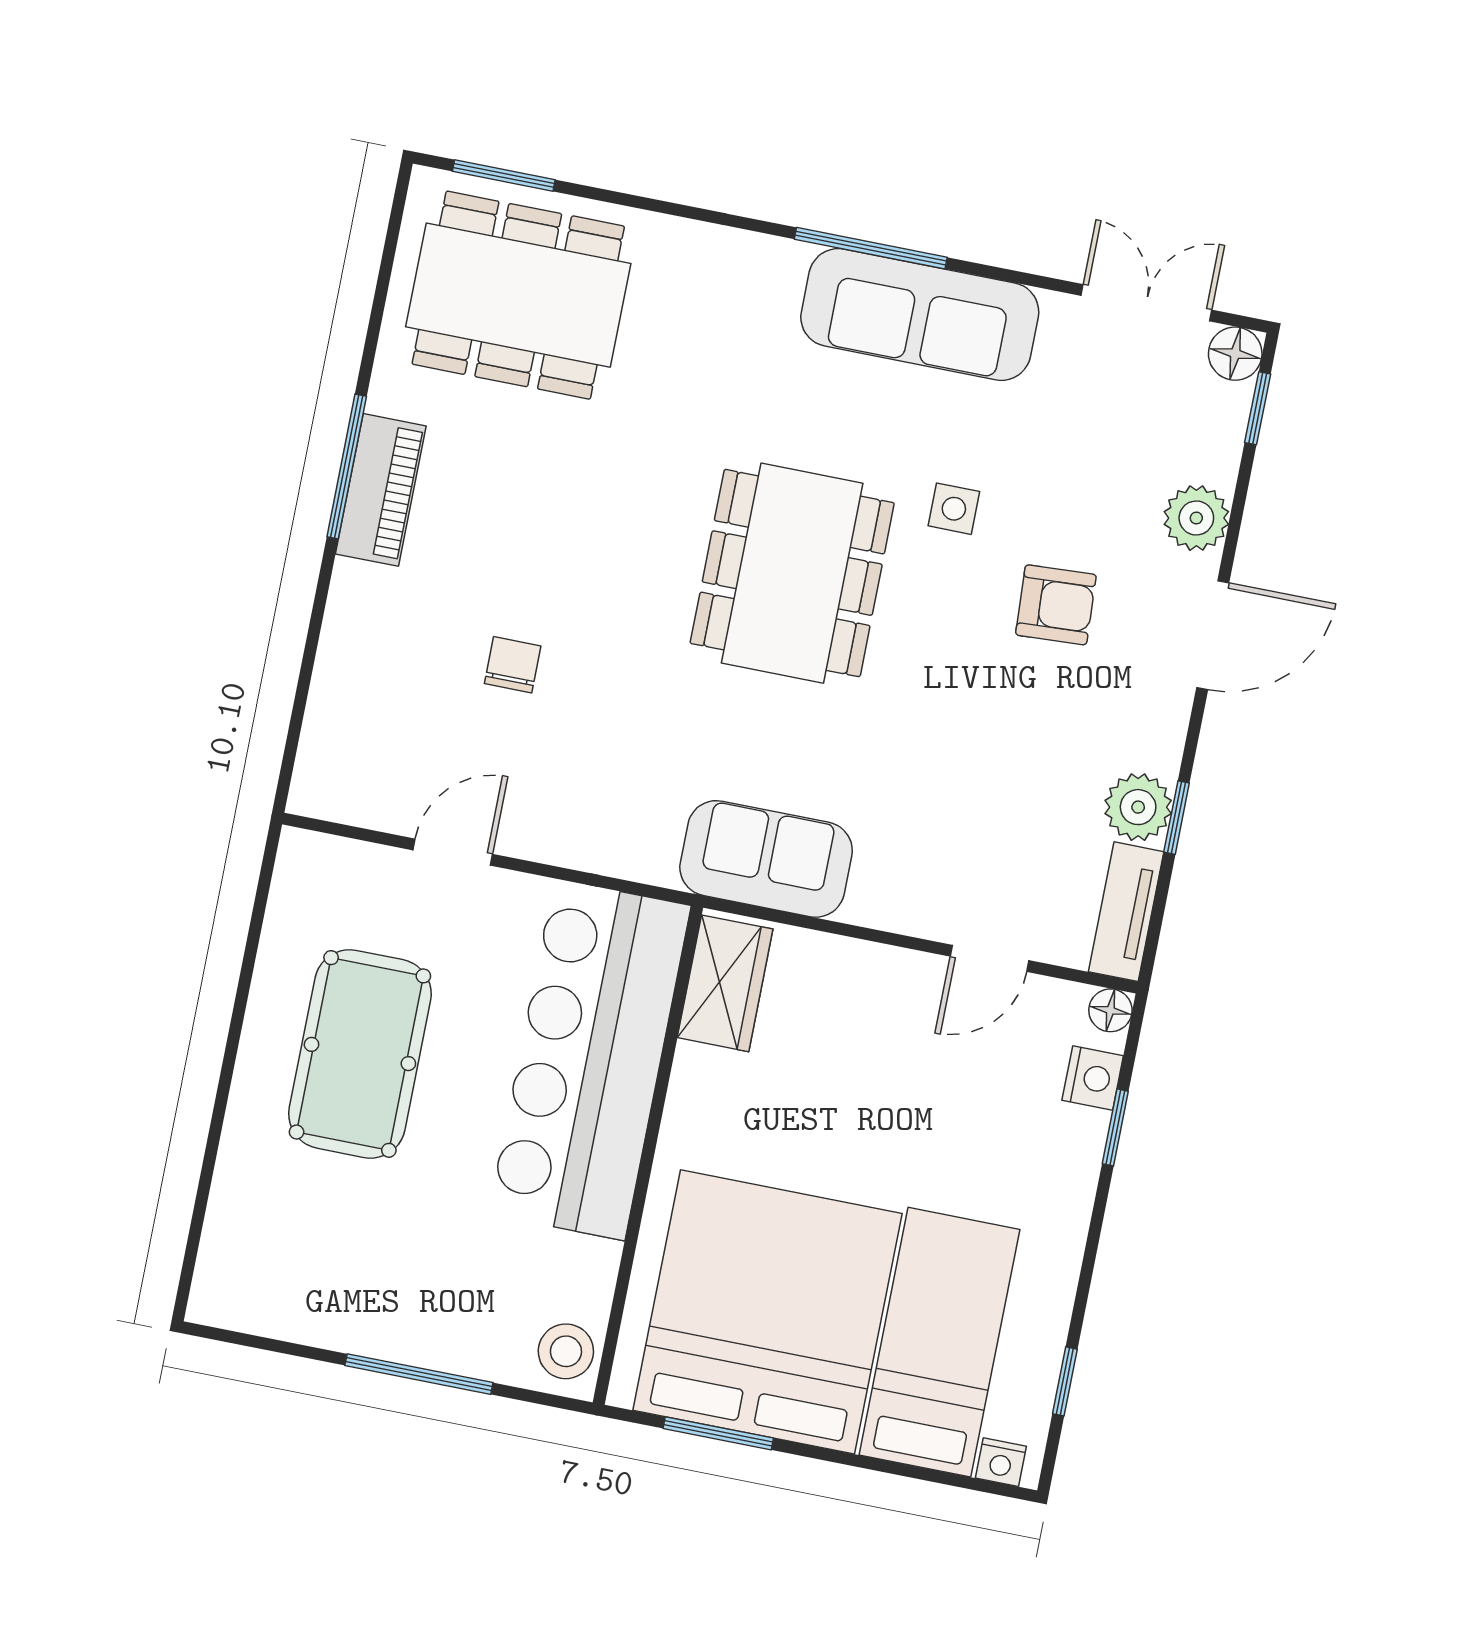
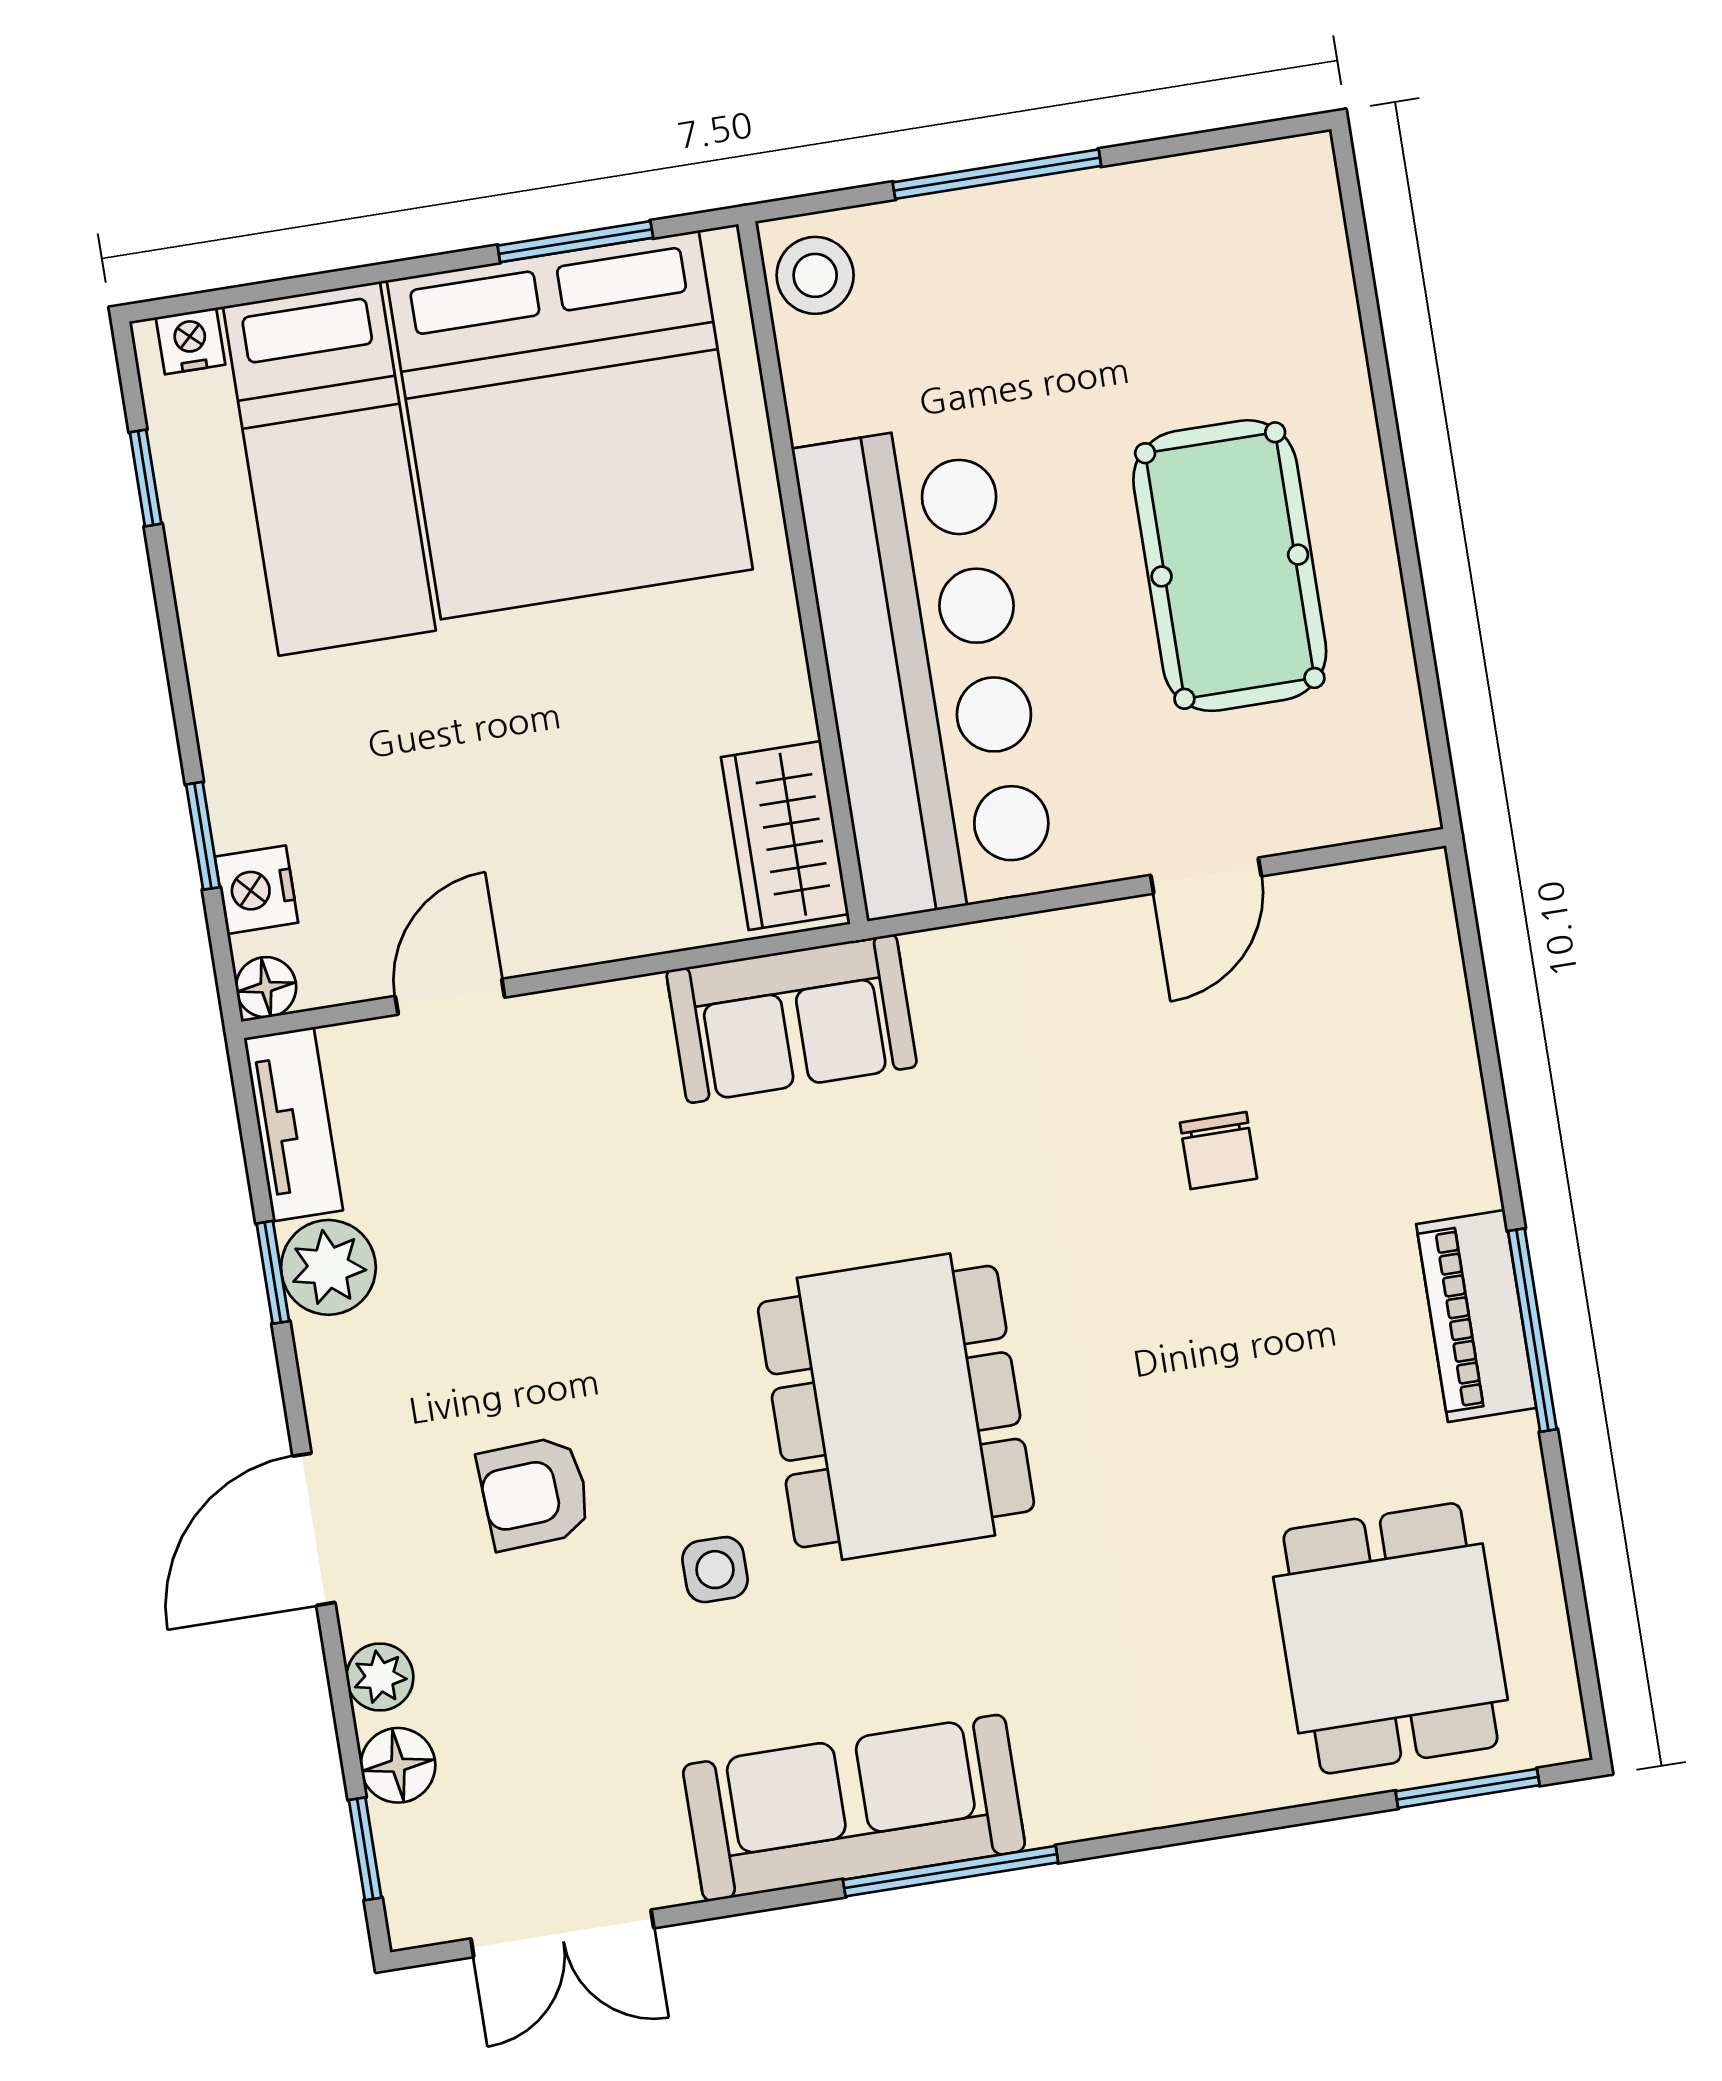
dining table: (518, 295) -> (1390, 1638), width x0.73
floor lamp: (1235, 354) -> (398, 1765), moved
plant: (1196, 518) -> (380, 1677), width x0.73, depth x0.73

